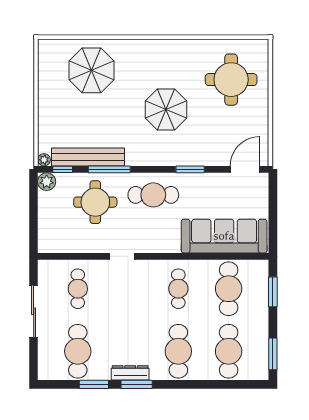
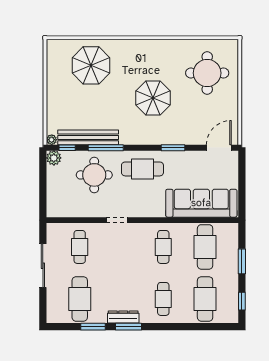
window: (273, 292) -> (242, 261), moved
cafe table: (178, 351) -> (163, 299), width x0.73, depth x0.74
window: (273, 354) -> (242, 301), width x0.67

